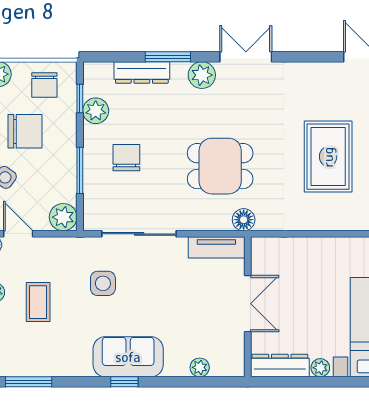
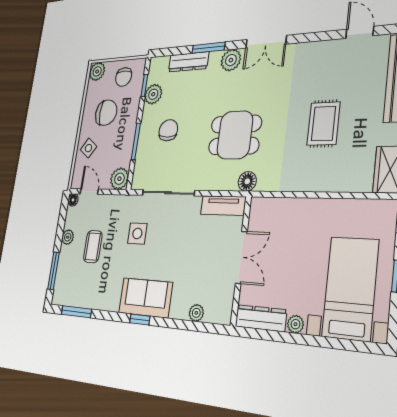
double door: (246, 57) -> (266, 42), swing flipped
rug: (328, 157) -> (323, 124), width x0.73, depth x0.70

